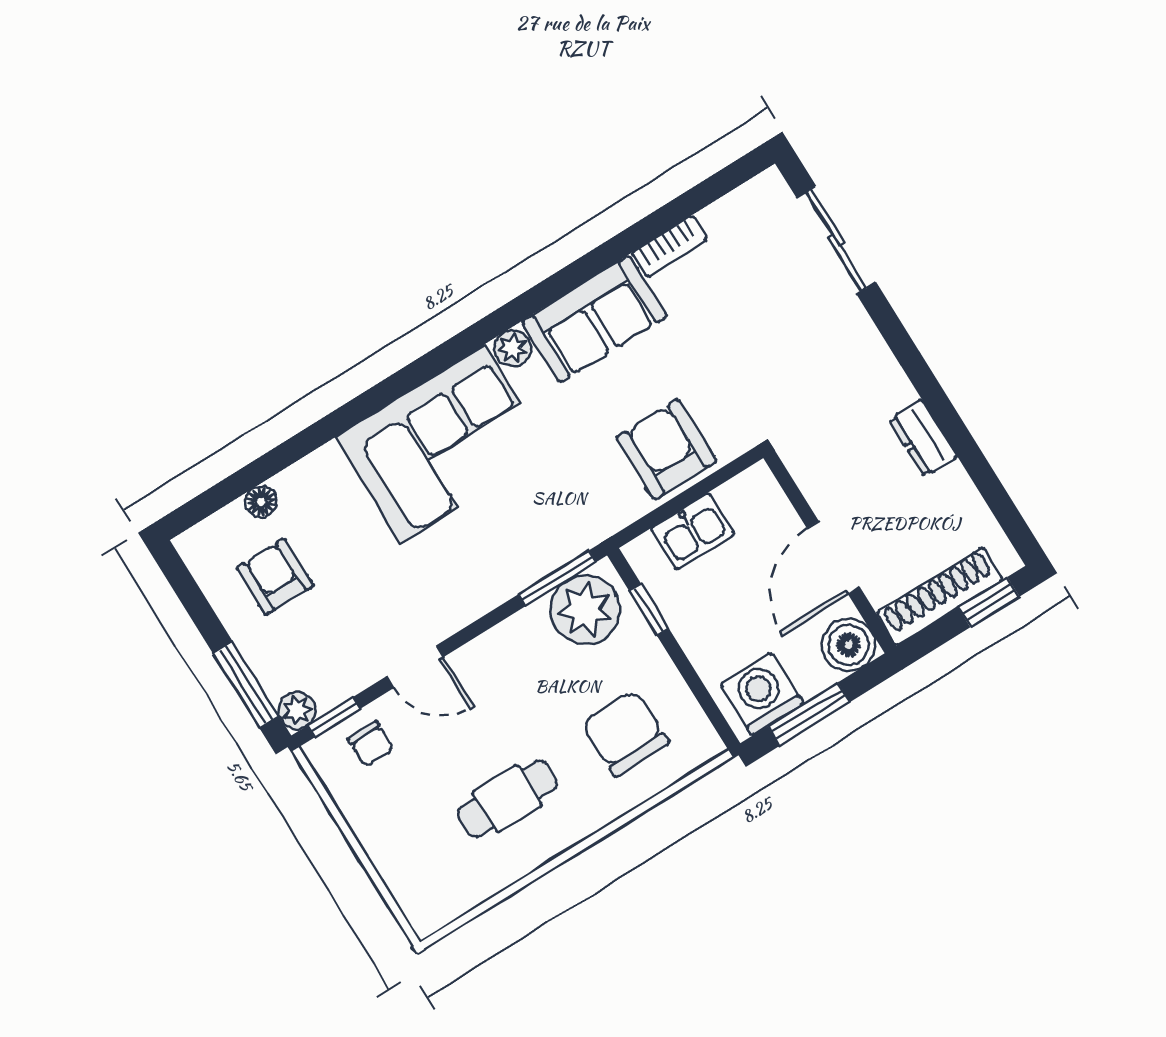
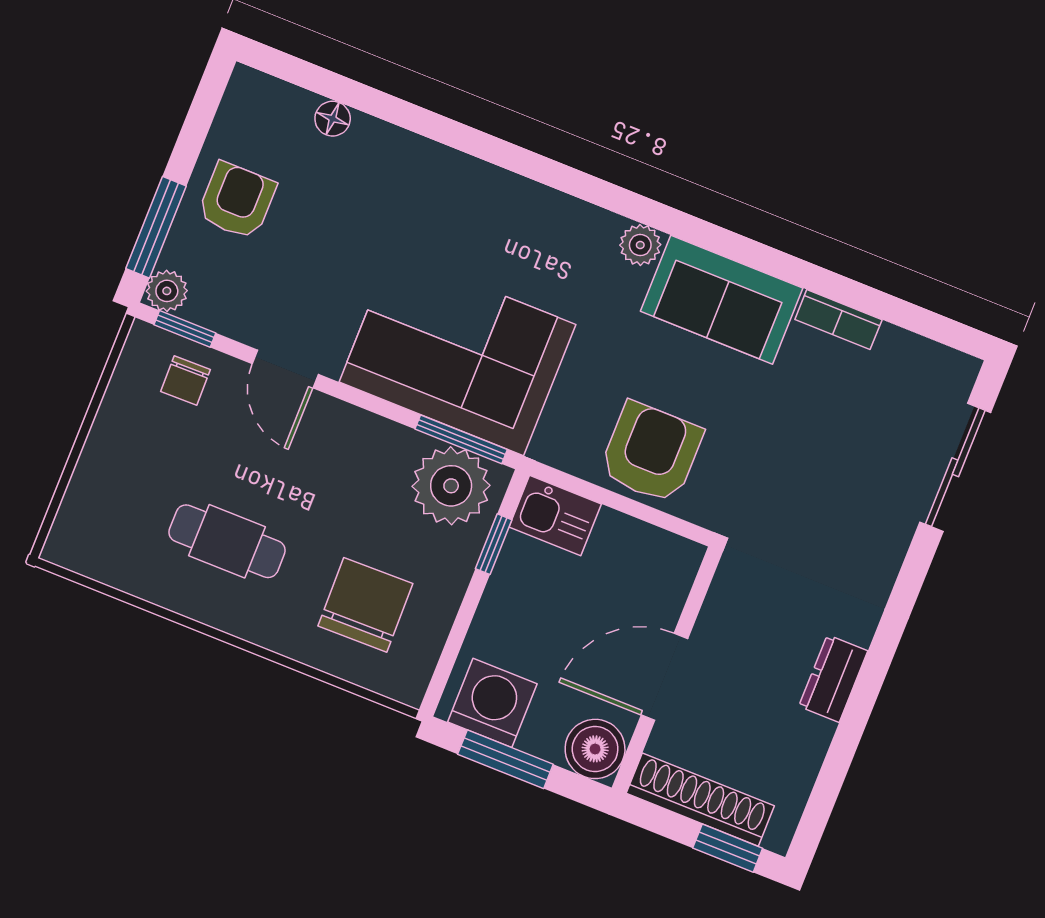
corner sofa: (443, 444) -> (458, 353), moved, turned 180
kitchen sink: (693, 531) -> (555, 516), moved
armchair: (275, 577) -> (237, 201), moved

